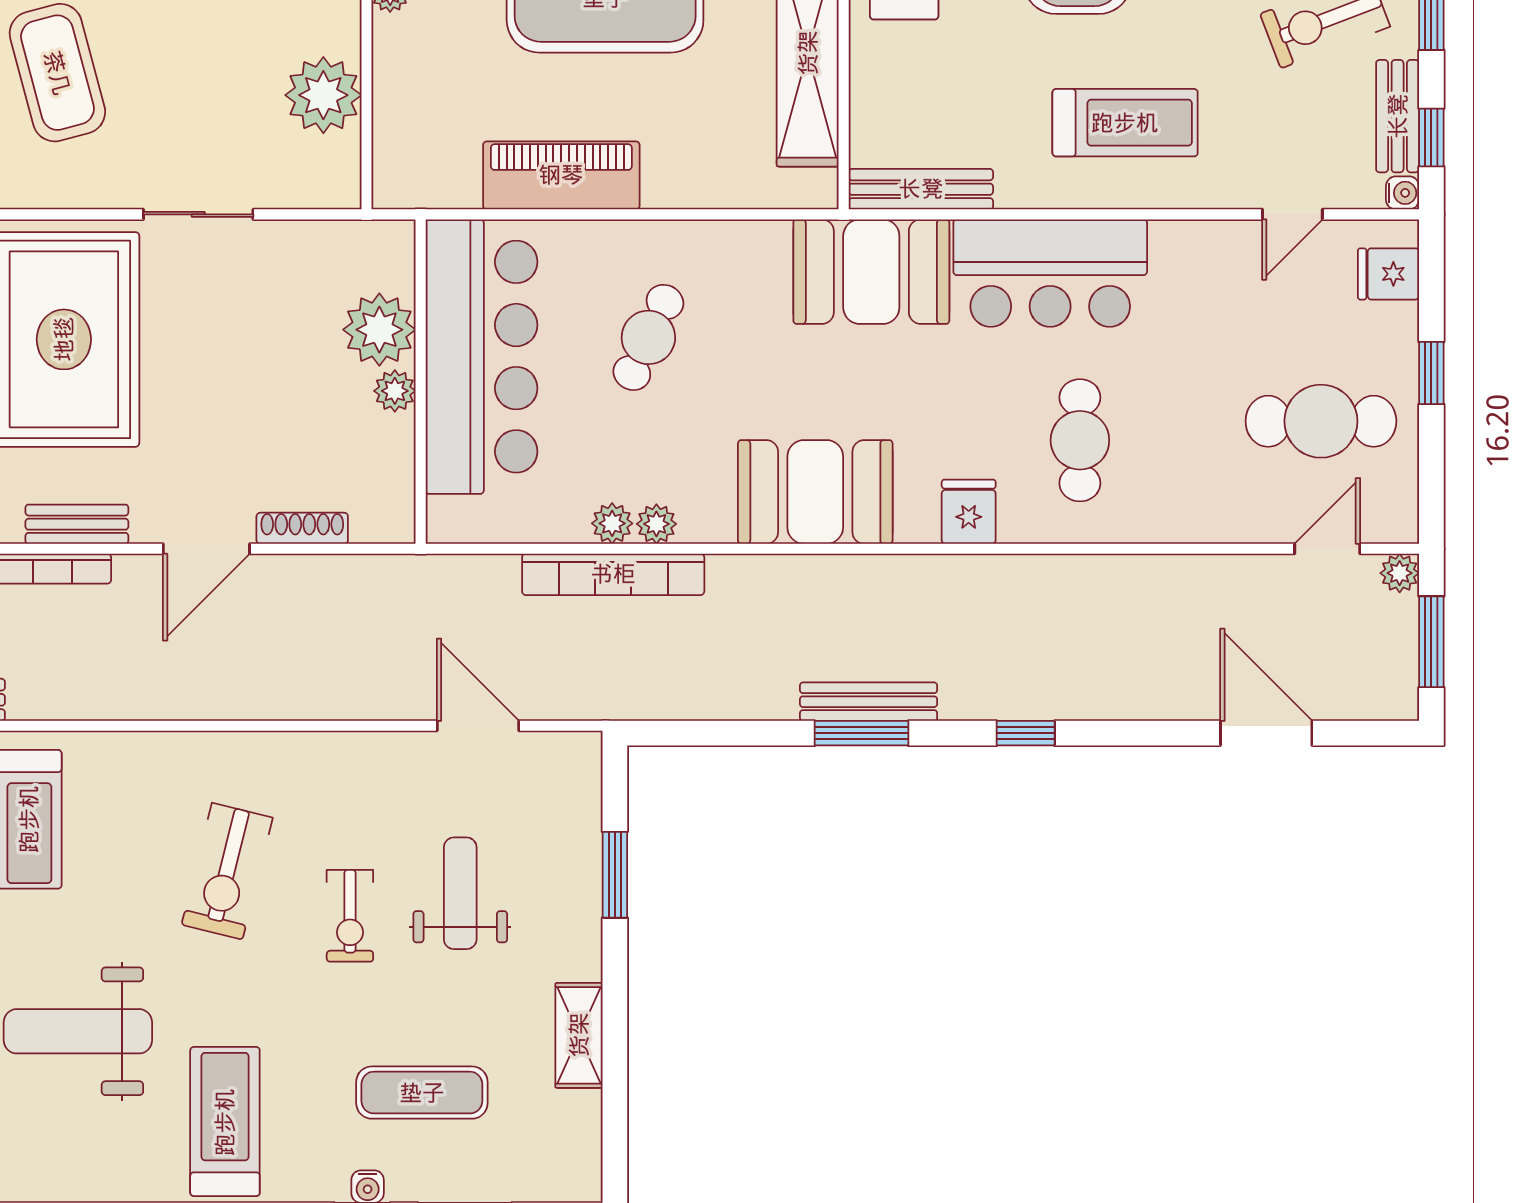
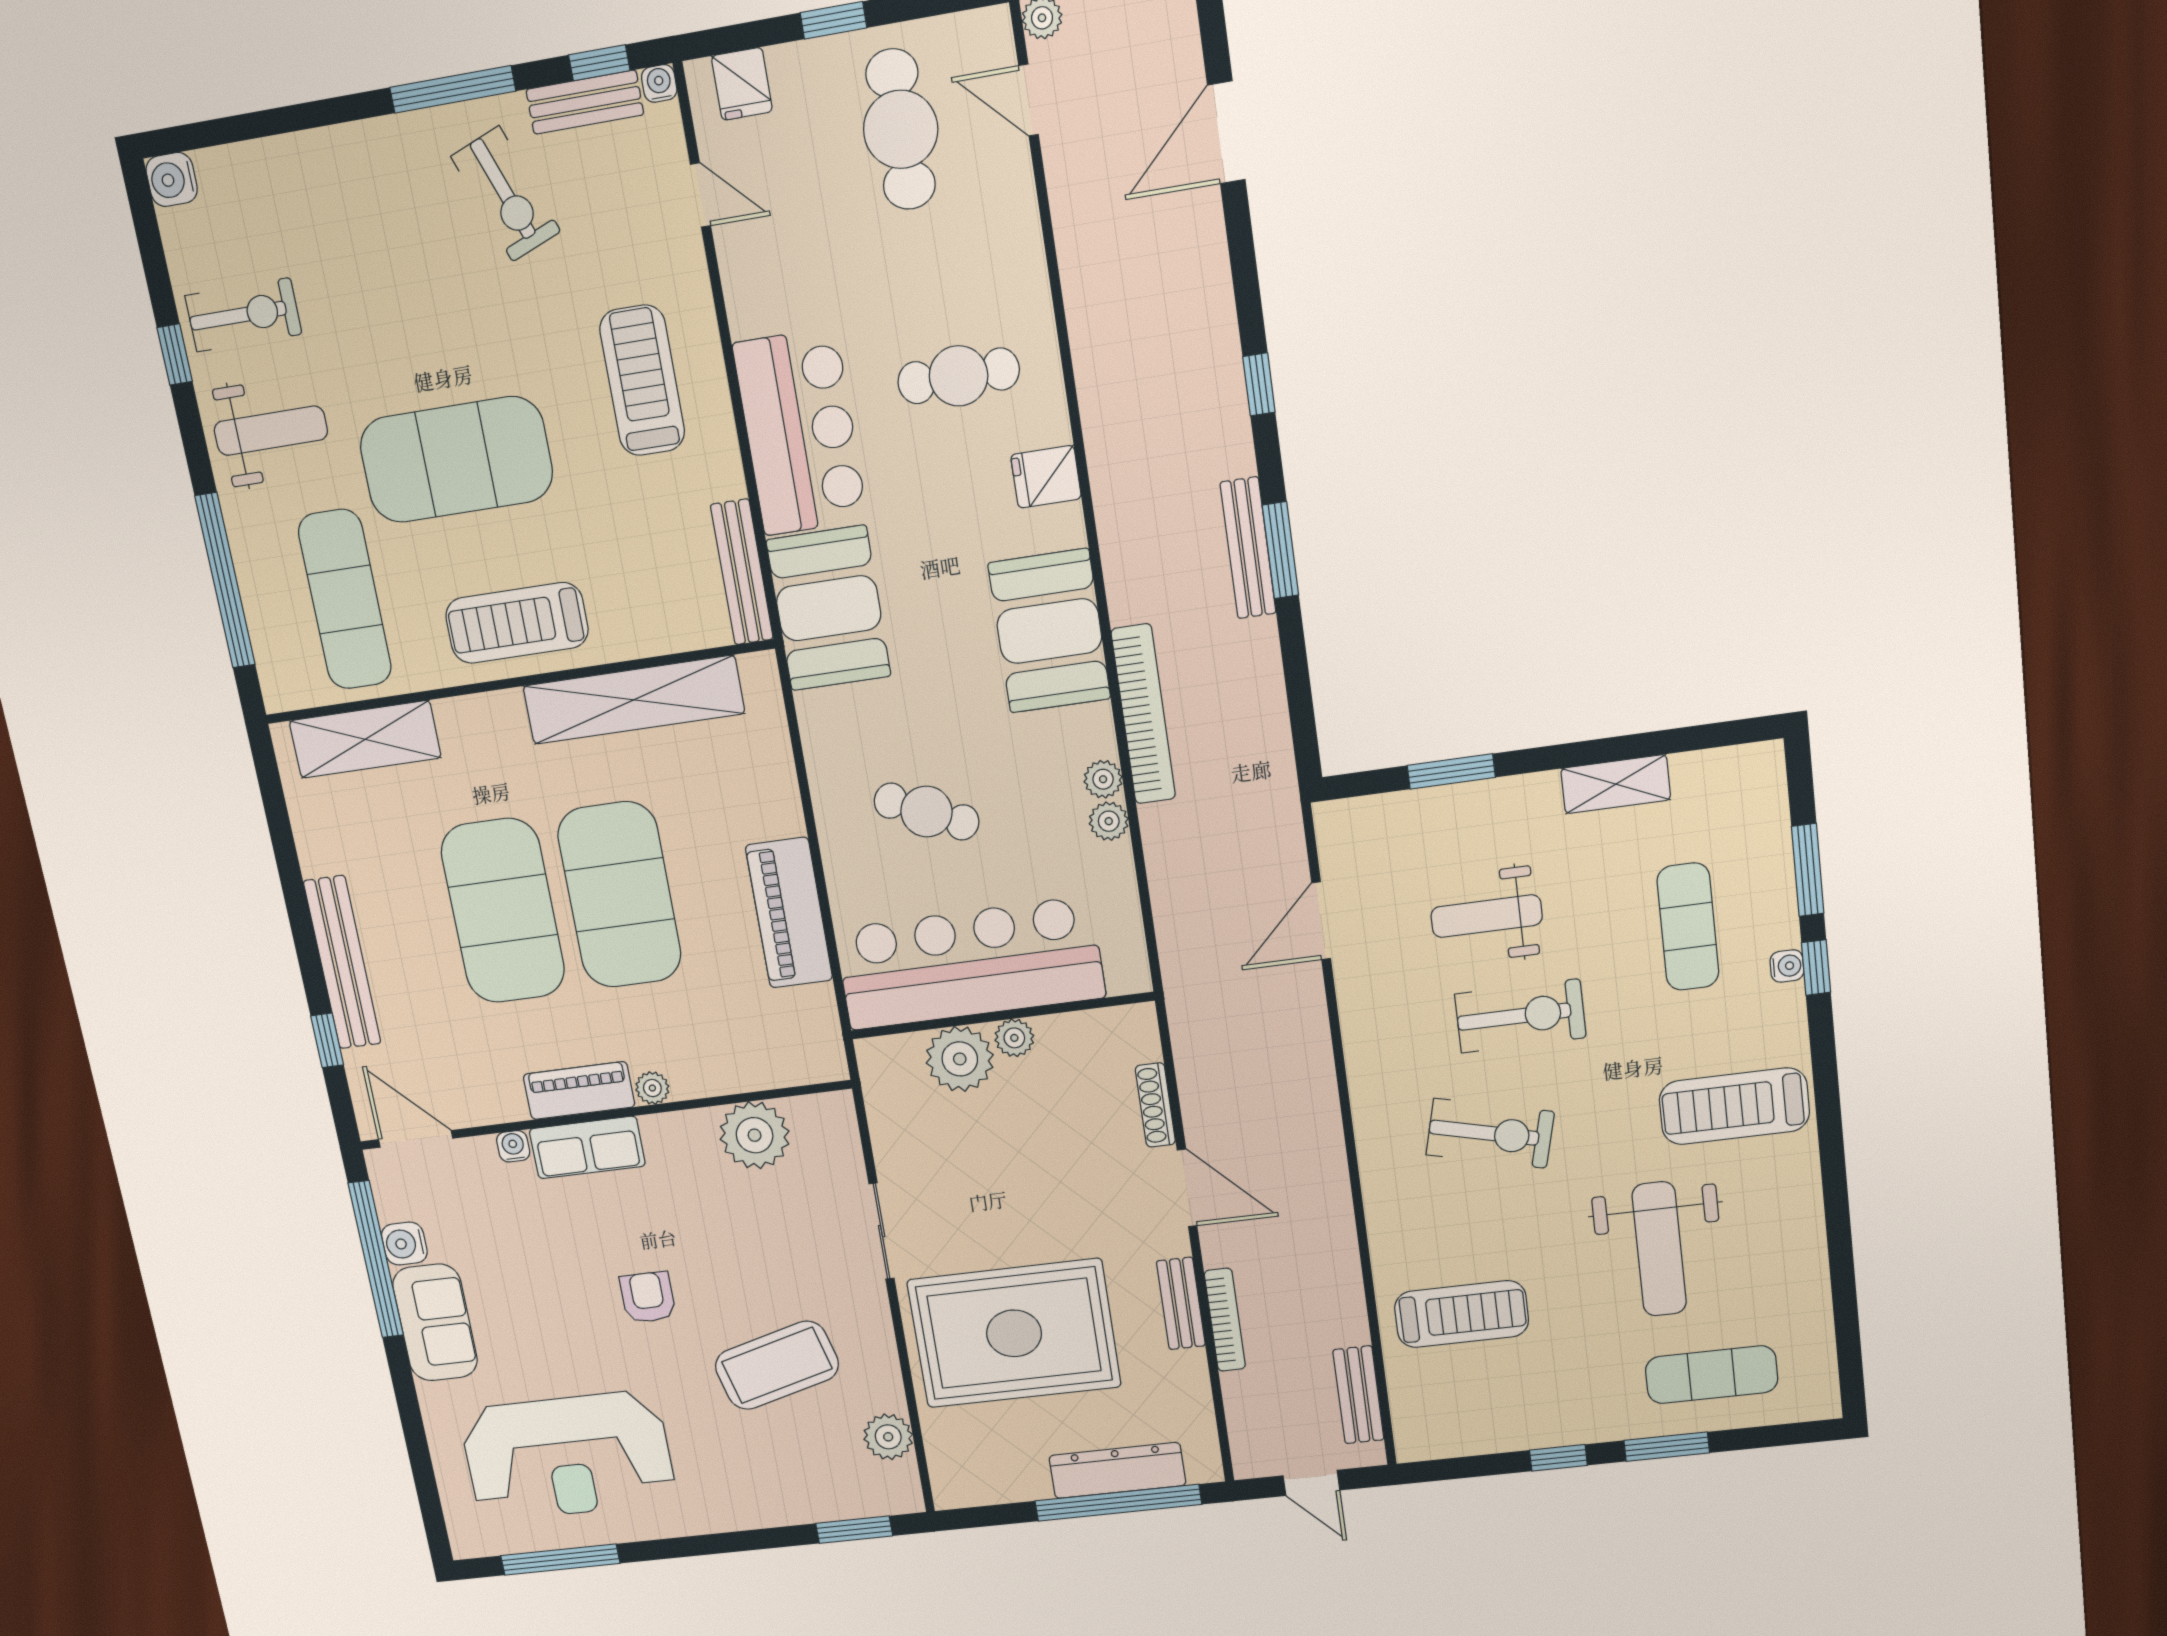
bookcase: (613, 574) -> (1143, 714), moved
exercise bike: (350, 916) -> (1520, 1016), width x1.38, depth x1.39

